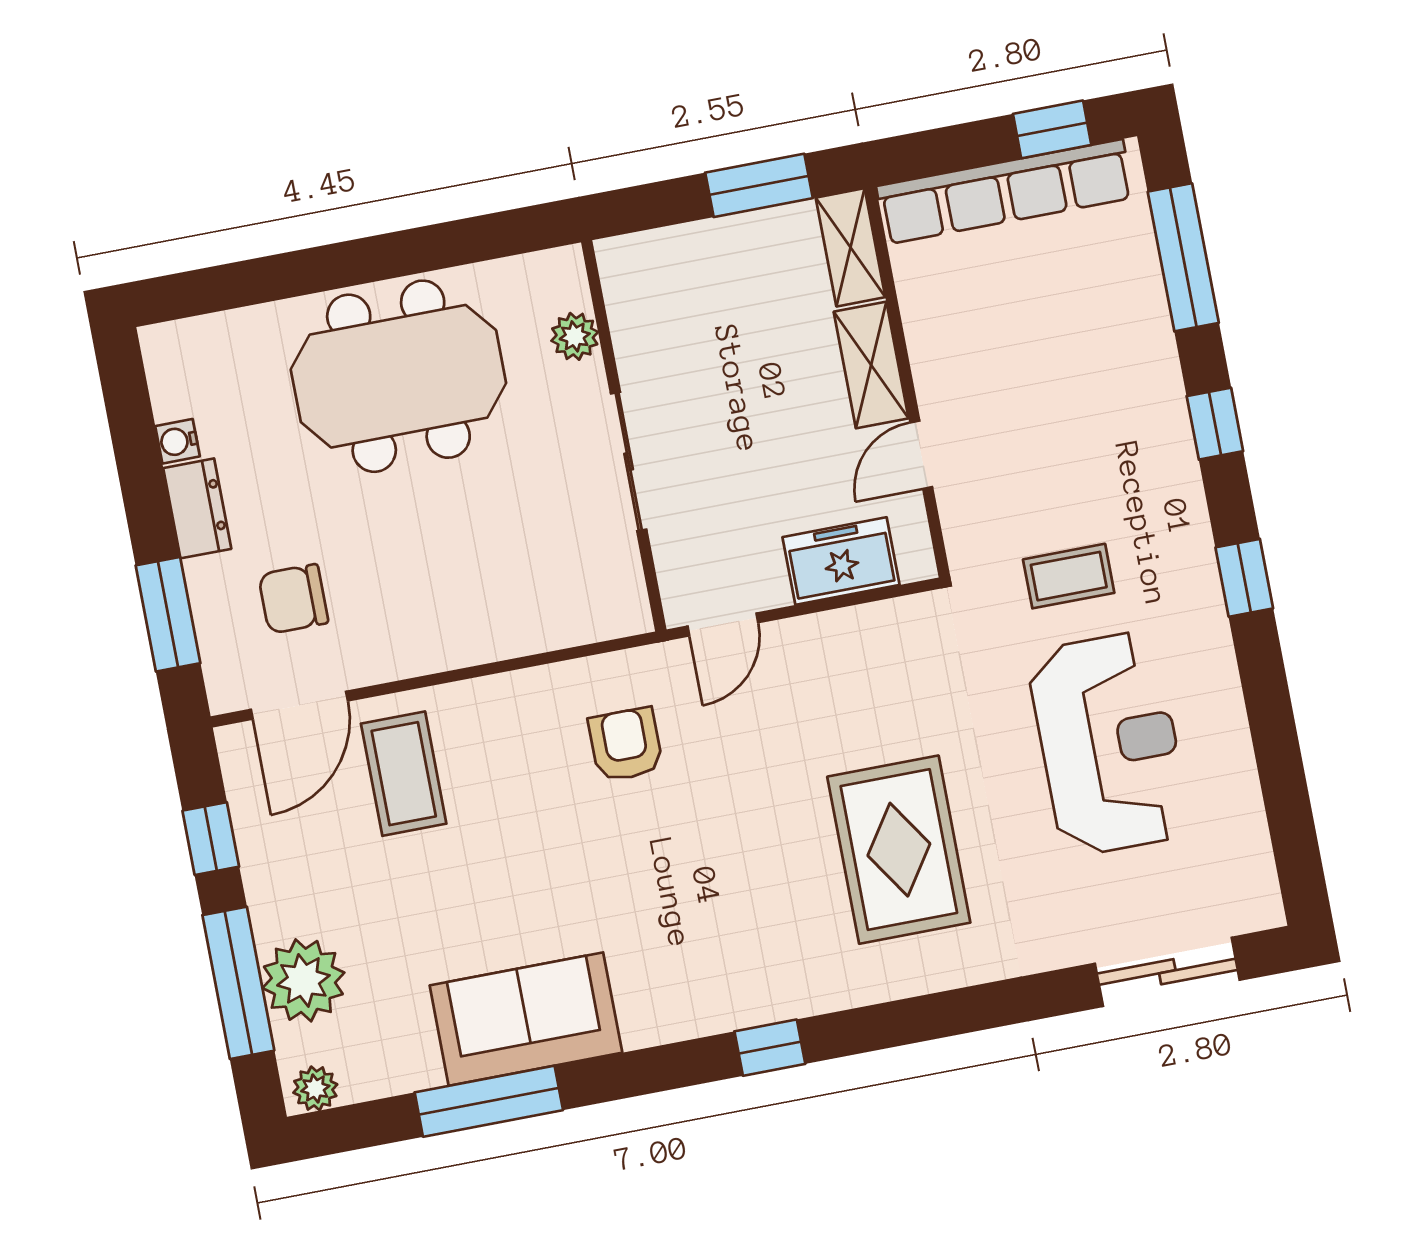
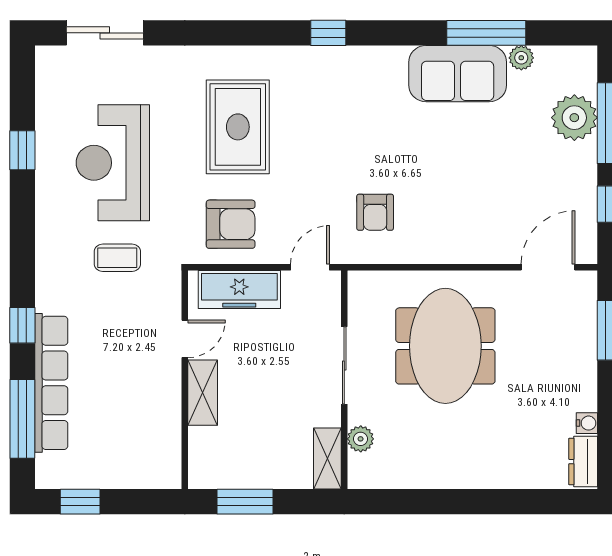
row of seats: (1005, 192) -> (51, 383), moved, turned 90
shelving: (851, 247) -> (327, 459), moved
meeting table: (398, 376) -> (445, 346), moved, turned 90
dresser: (197, 508) -> (583, 462), moved
freezer: (841, 561) -> (239, 289), width x1.40
window: (1244, 578) -> (22, 150), moved
chair: (293, 599) -> (540, 326), removed
armchair: (879, 674) -> (231, 224), added
coffee table: (404, 774) -> (499, 219), removed
plant: (315, 1088) -> (521, 58), moved

